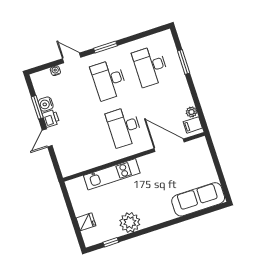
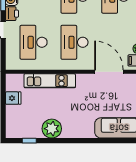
desk: (82, 140) -> (34, 42), added
fridge: (86, 222) -> (13, 98), moved

